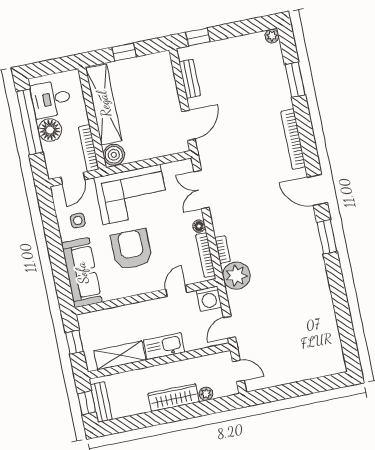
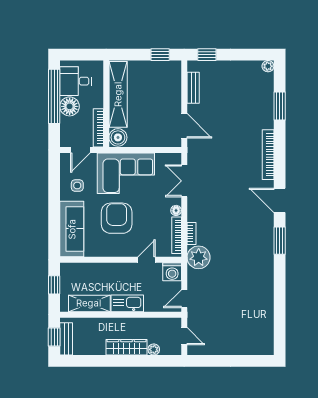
window: (124, 52) -> (160, 55), moved
door: (188, 125) -> (184, 126), hinge flipped

